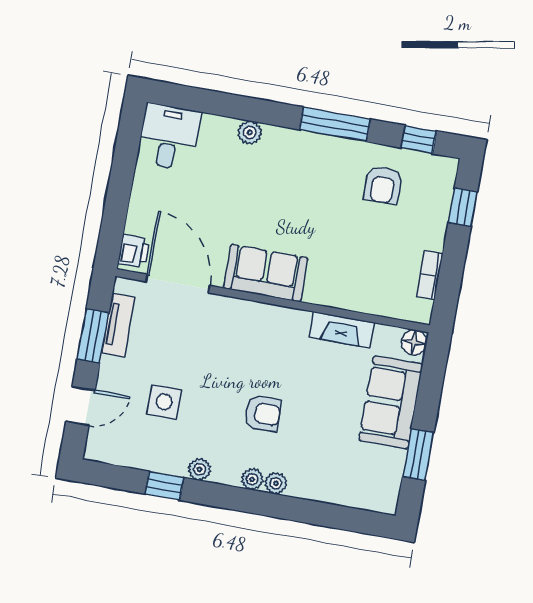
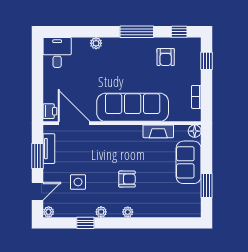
sofa: (266, 273) -> (133, 107), width x1.85, depth x1.27
plant: (276, 483) -> (49, 212), moved

